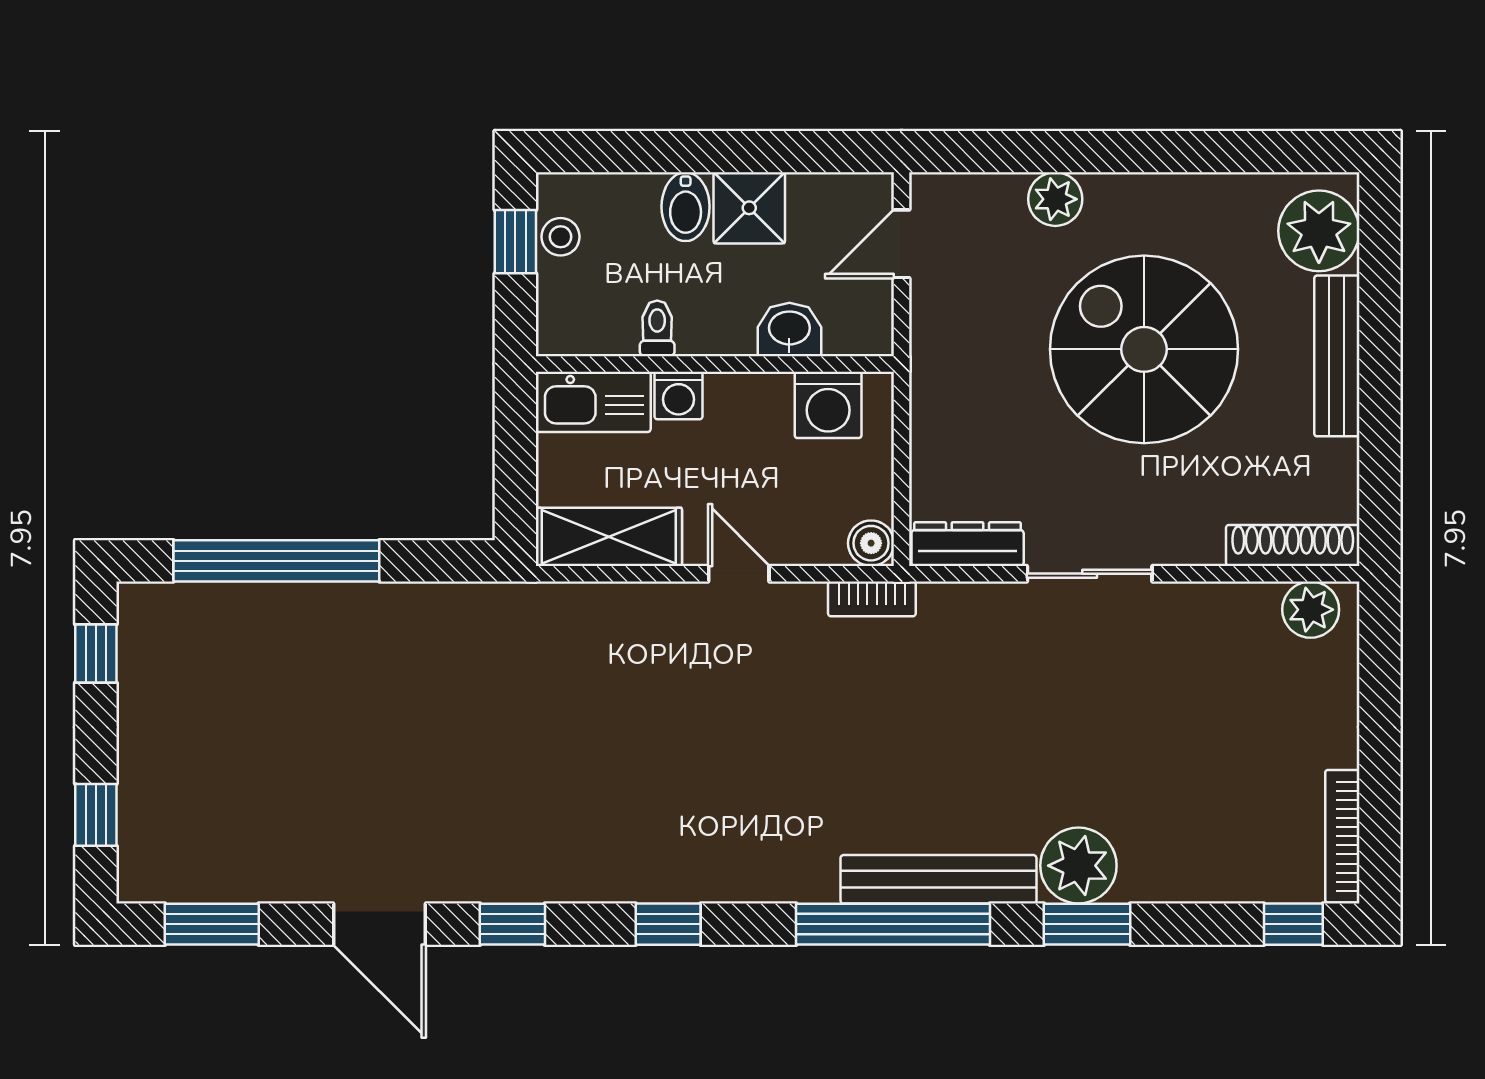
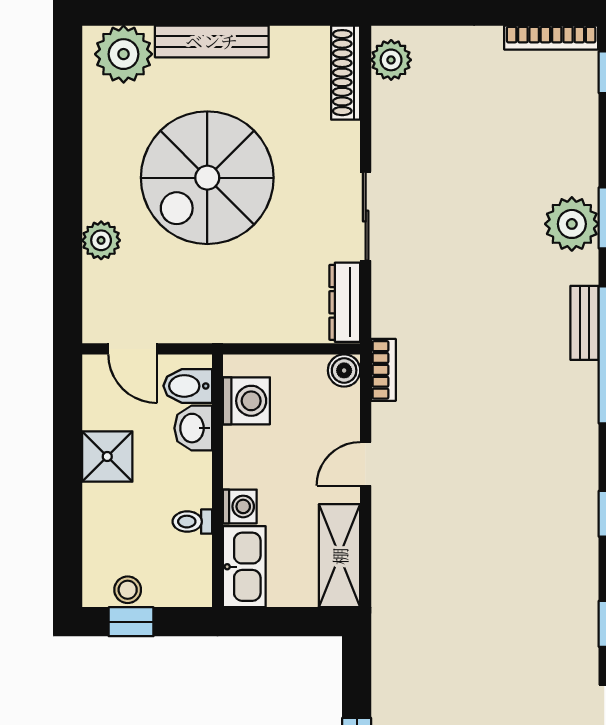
bidet: (686, 207) -> (188, 386), moved, turned 180
bench: (938, 879) -> (585, 323), width x0.54, depth x0.82

